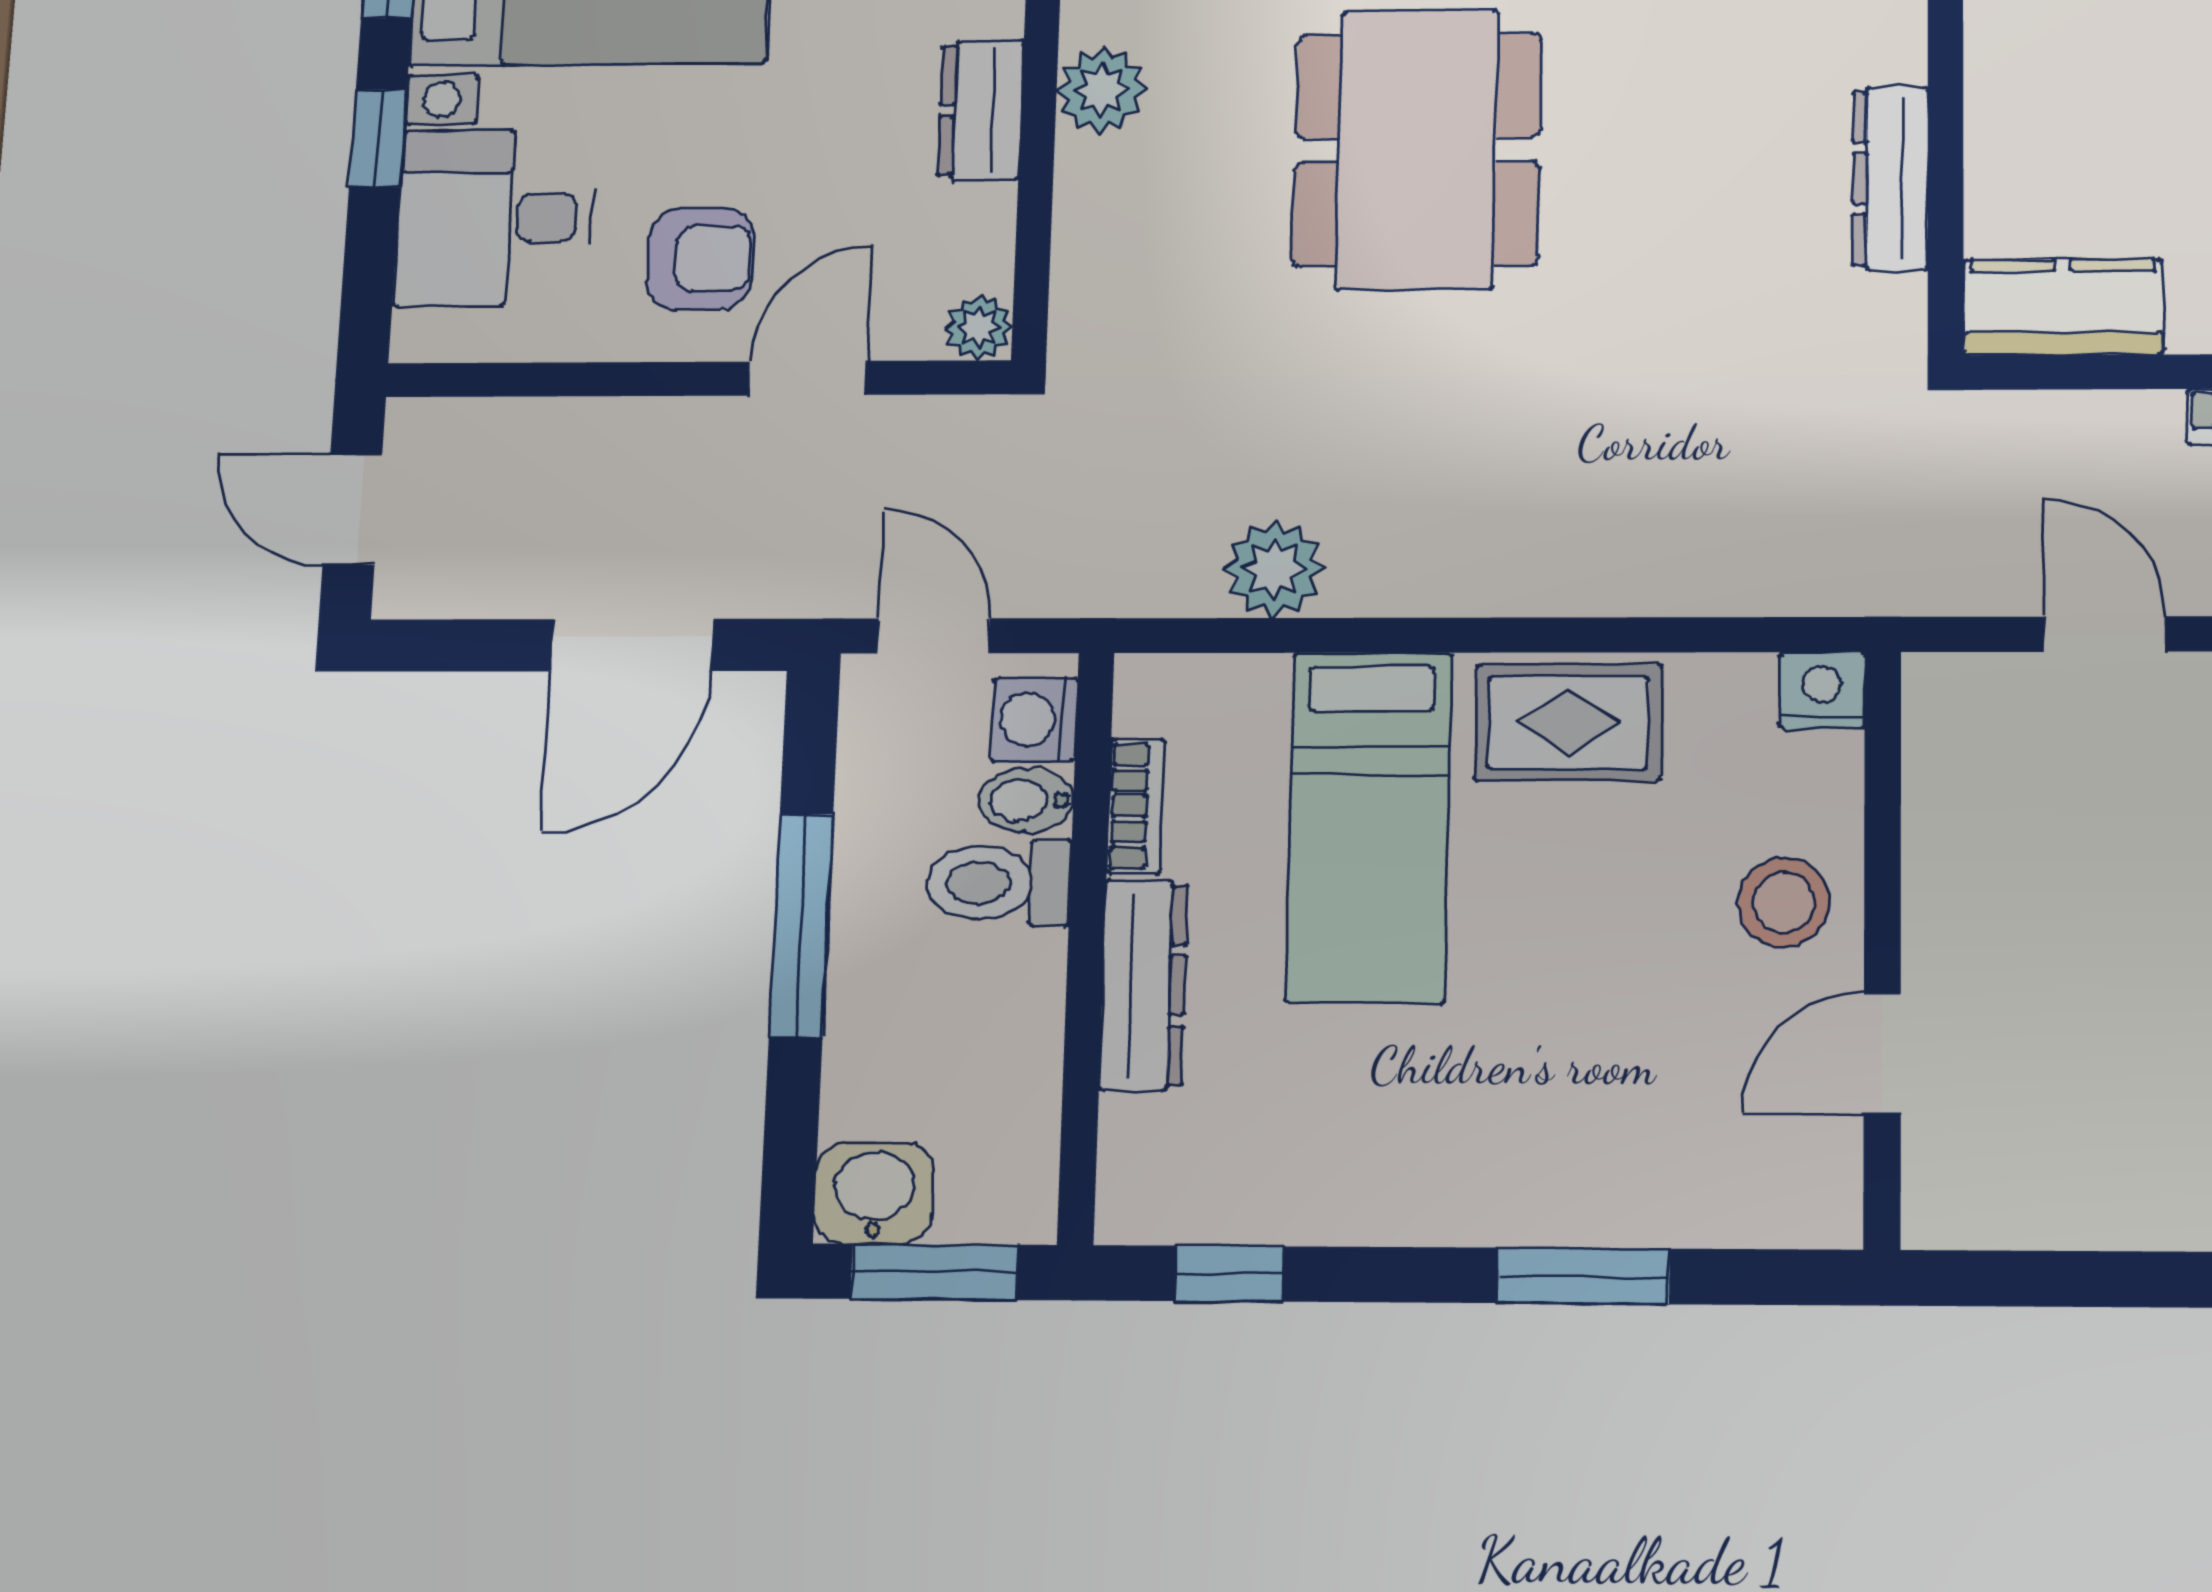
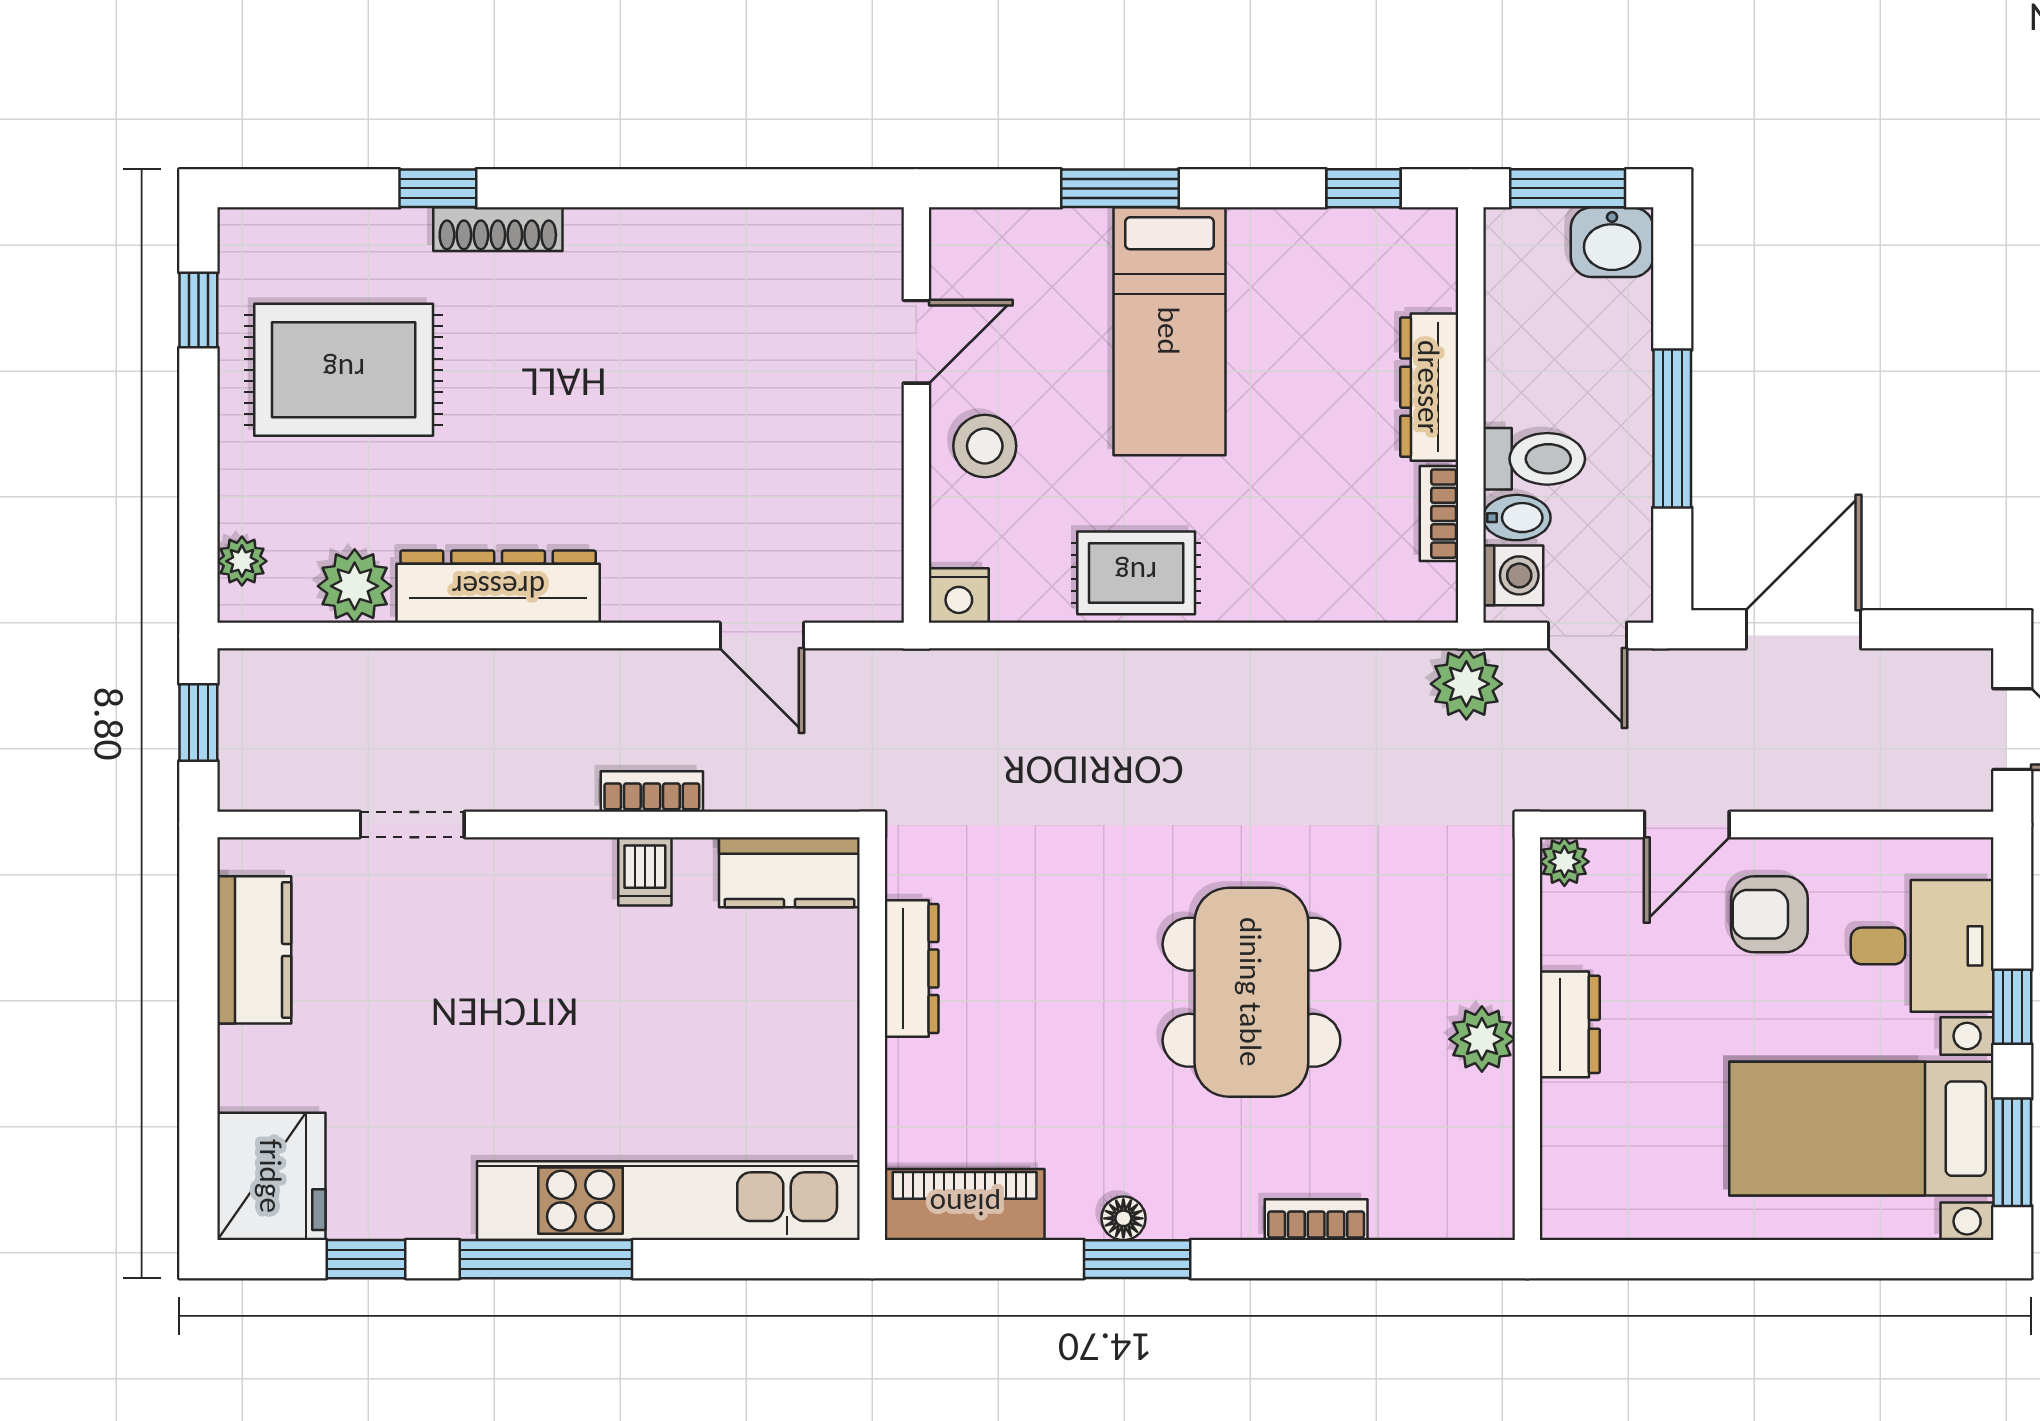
plant: (1274, 569) -> (1466, 684), moved
bed: (1369, 827) -> (1169, 331), moved, turned 180

